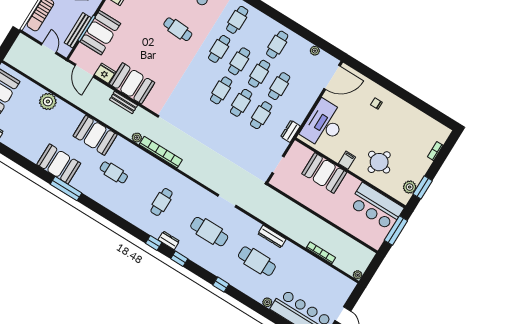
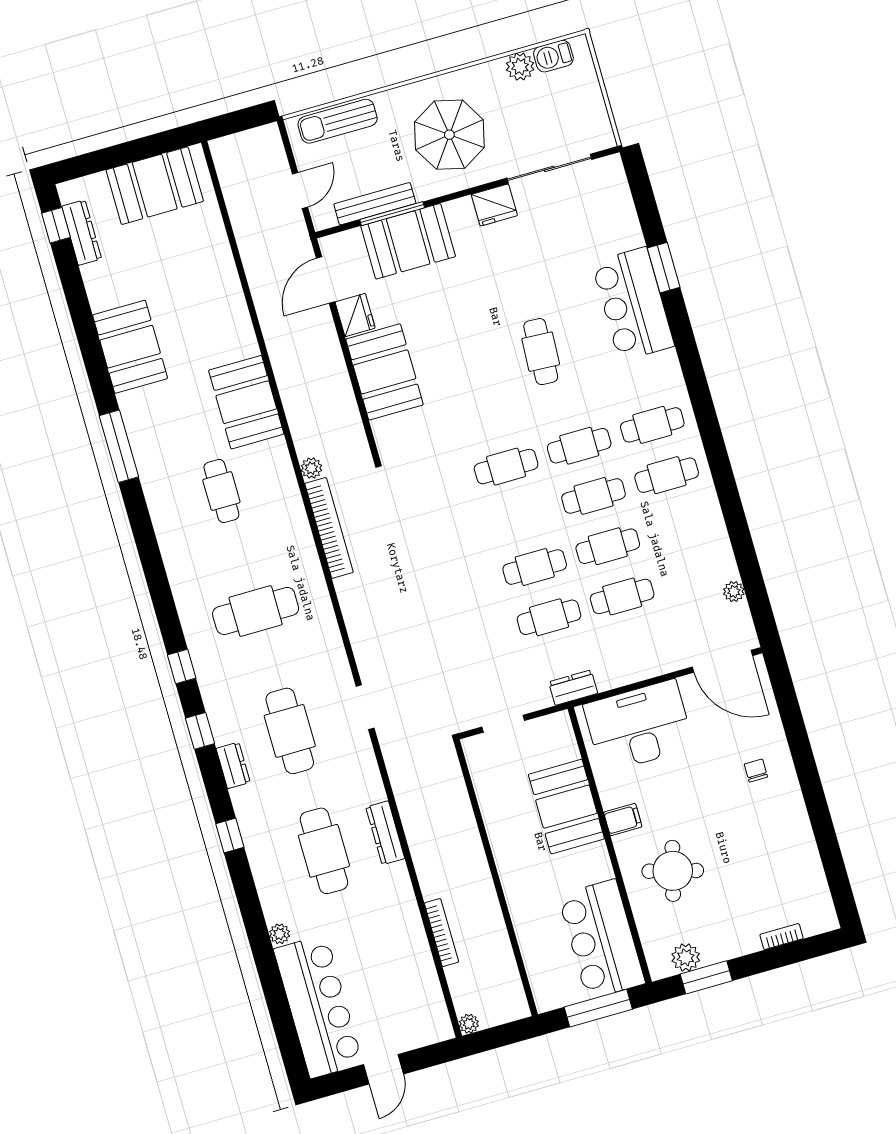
cafe table: (277, 45) -> (667, 475), moved
cafe table: (221, 90) -> (506, 467), moved
plant: (48, 101) -> (219, 276), removed
bench: (123, 102) -> (342, 391), removed
booth: (59, 164) -> (130, 347), moved
cafe table: (161, 202) -> (256, 611), width x1.37, depth x1.35
dresser: (169, 240) -> (233, 765), moved

